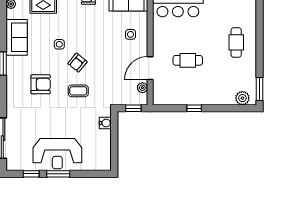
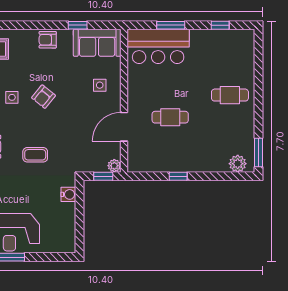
cafe table: (236, 42) -> (230, 95), turned 90
armchair: (77, 63) -> (43, 97), moved
plant: (142, 88) -> (114, 166), moved

